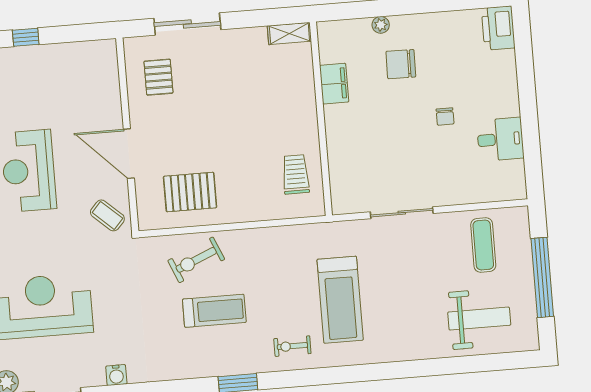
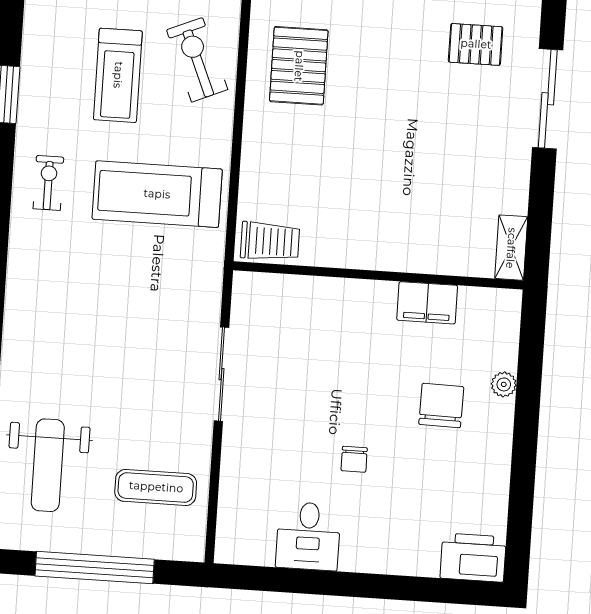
chair: (445, 116) -> (354, 459), turned -90
trolley: (296, 174) -> (270, 241), moved
treadmill: (340, 300) -> (157, 194), moved

